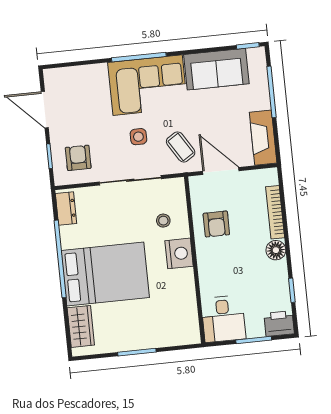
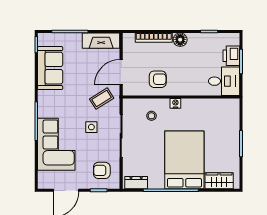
corner sofa: (148, 85) -> (56, 144), moved
nightstand: (179, 253) -> (175, 103), width x0.53, depth x0.56
printer: (279, 324) -> (231, 56), moved

